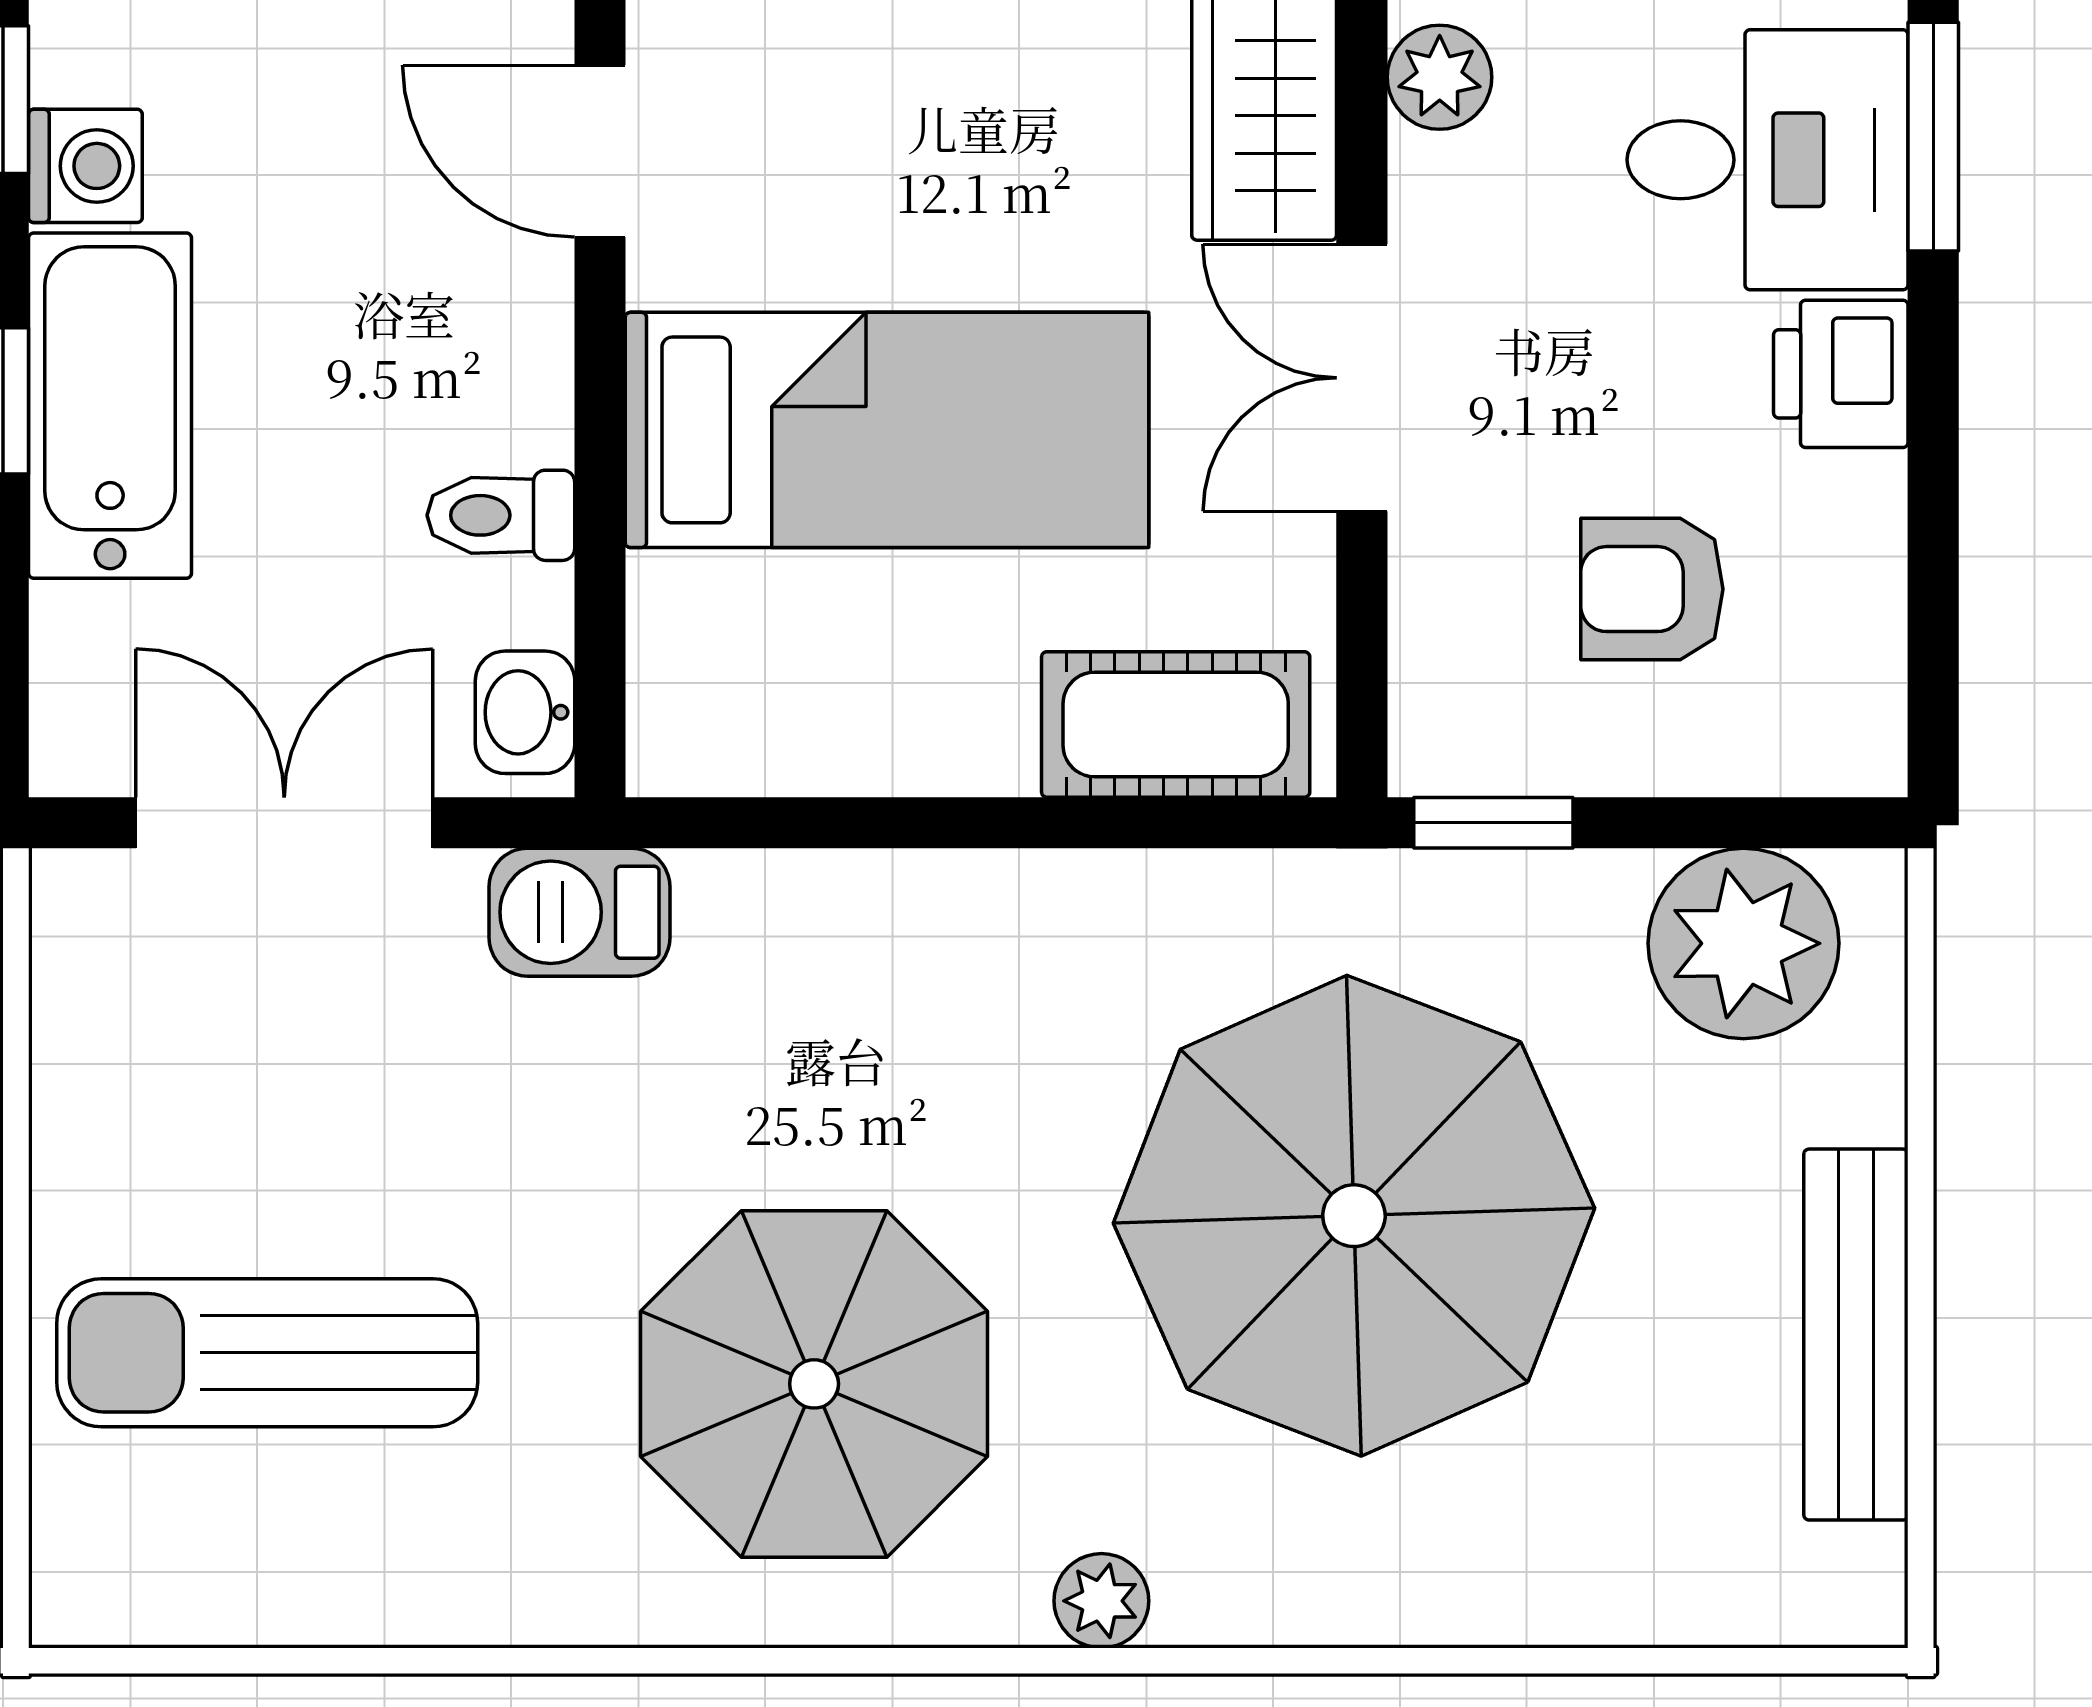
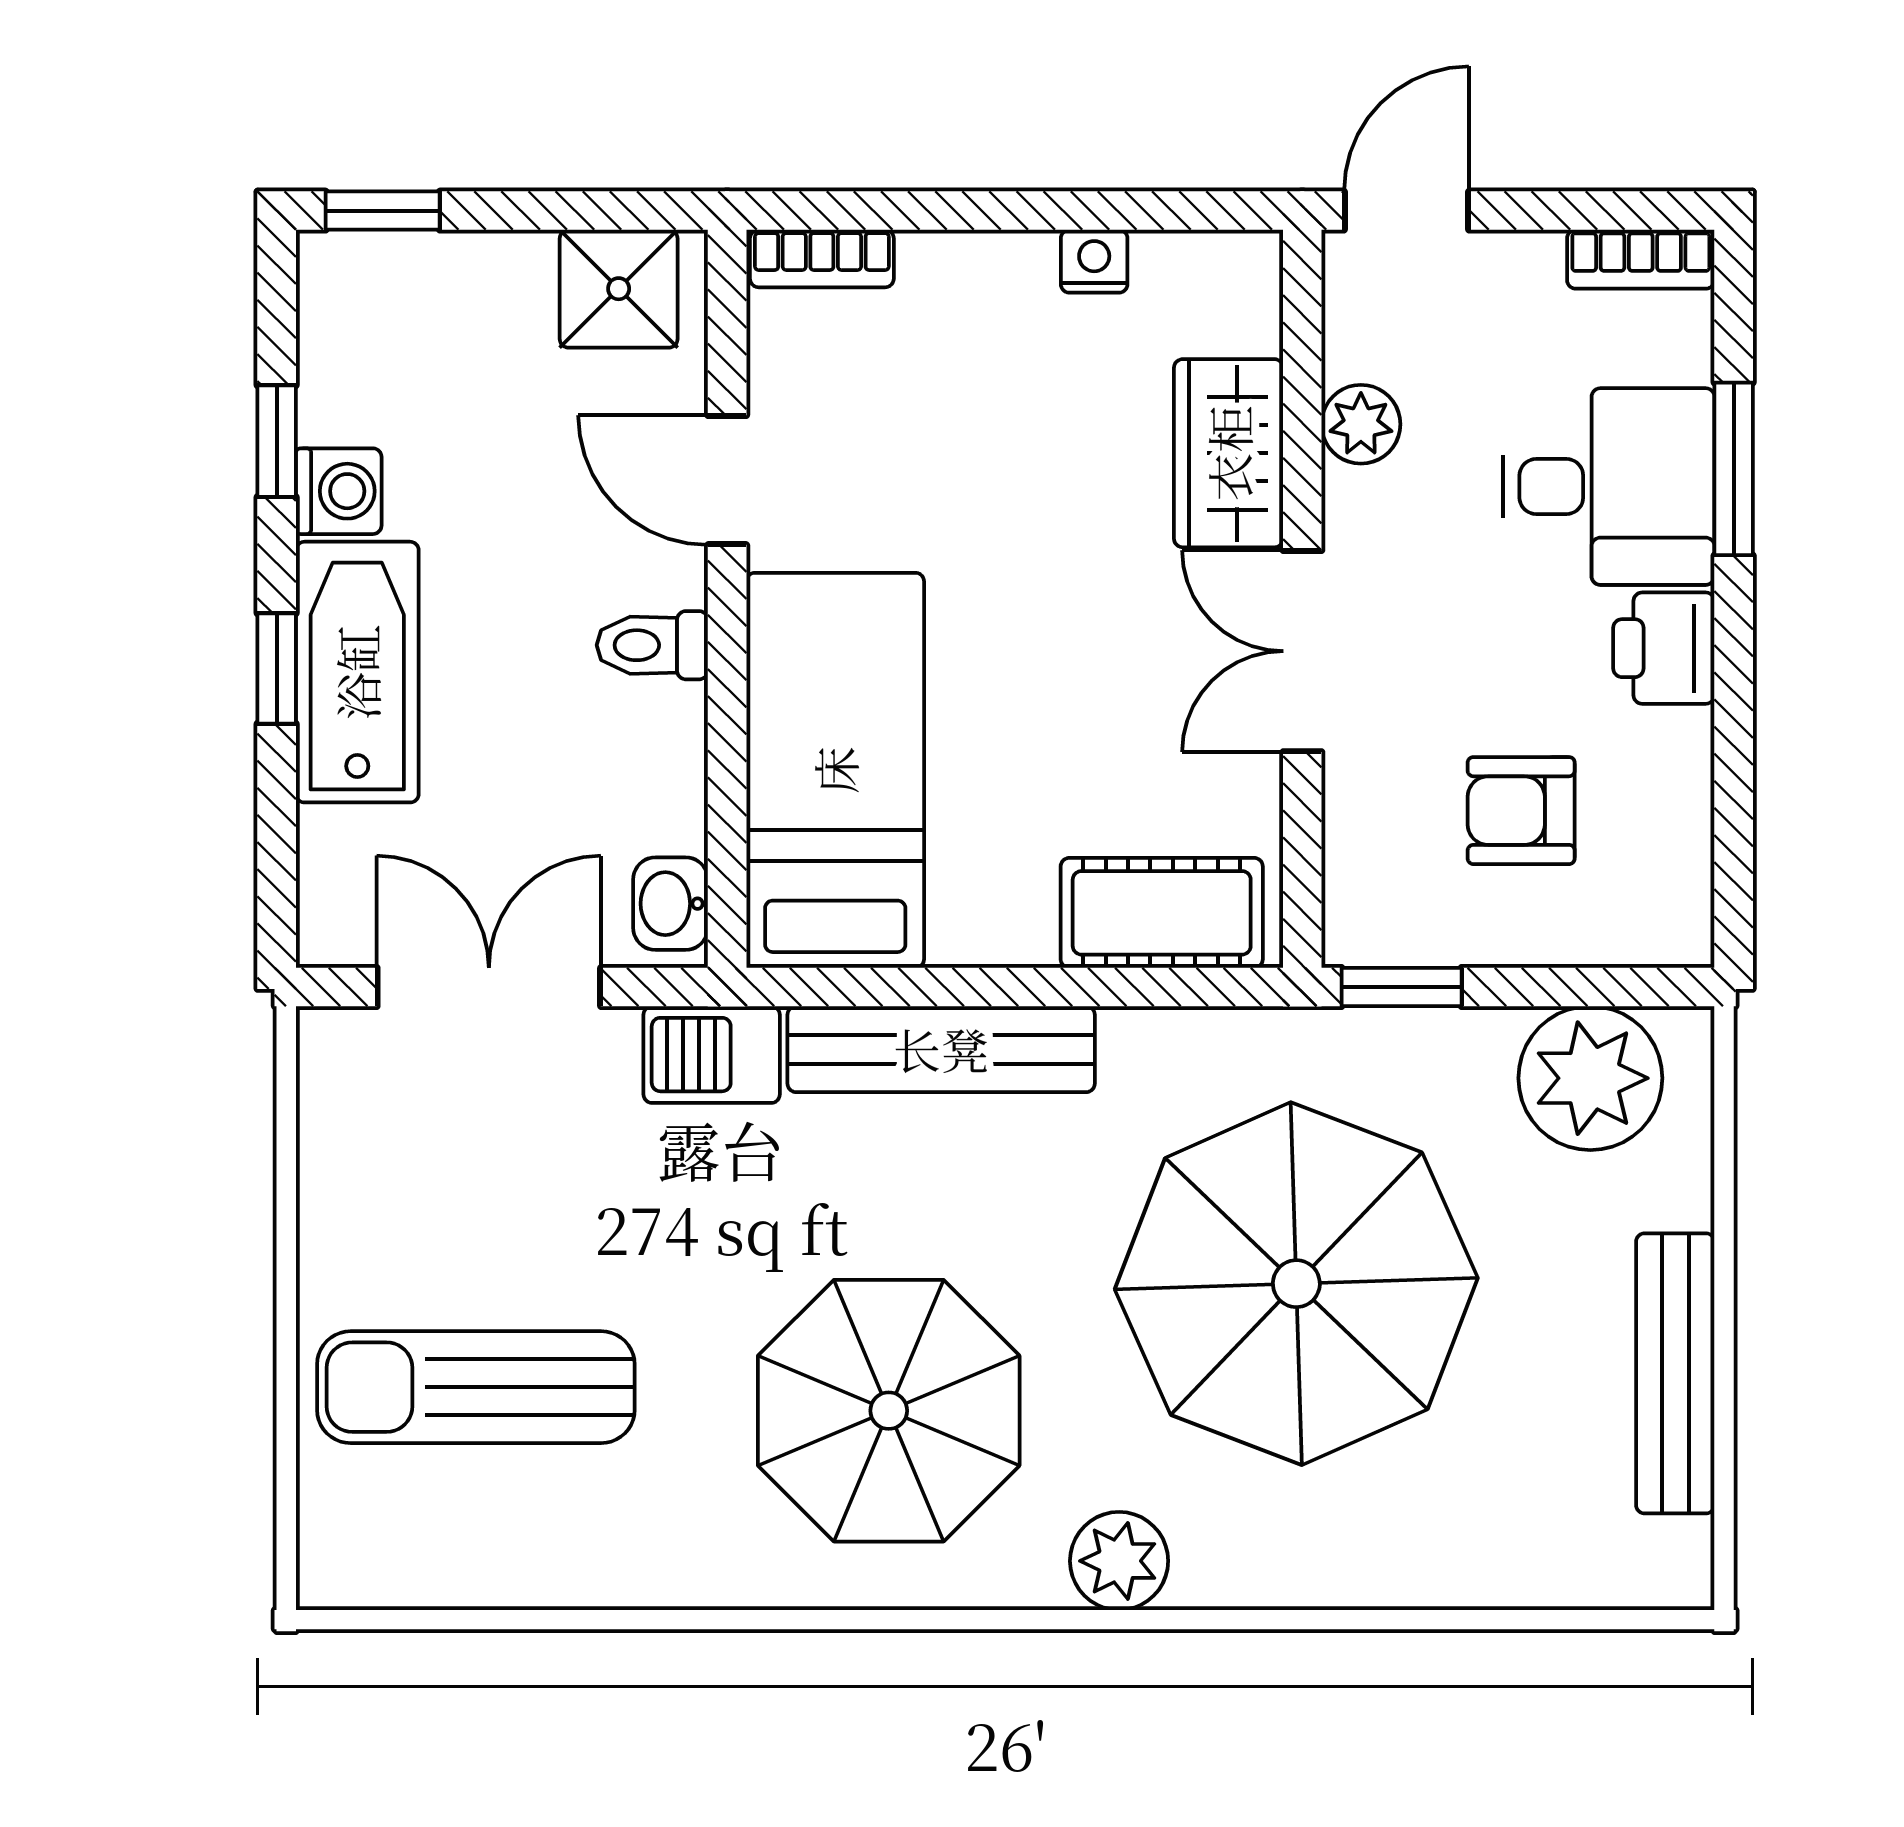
bed: (887, 430) -> (835, 770), moved, turned -90
toilet: (501, 515) -> (652, 645), moved
bench: (883, 905) -> (941, 1049), added
plant: (1101, 1601) -> (1119, 1561), width x1.38, depth x1.38

